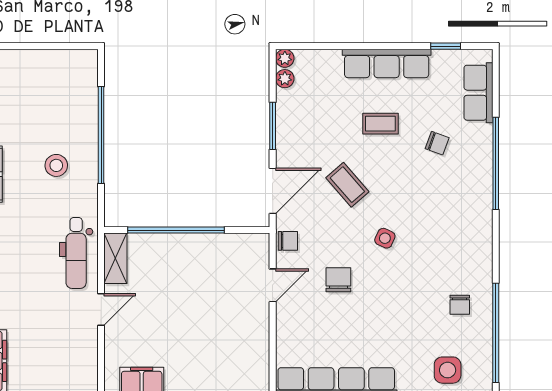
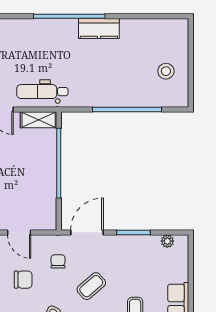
plant: (285, 58) -> (182, 241), removed
stool: (56, 165) -> (166, 71), moved
door: (273, 191) -> (87, 232), swing flipped
chair: (288, 241) -> (58, 261), moved, turned 180

